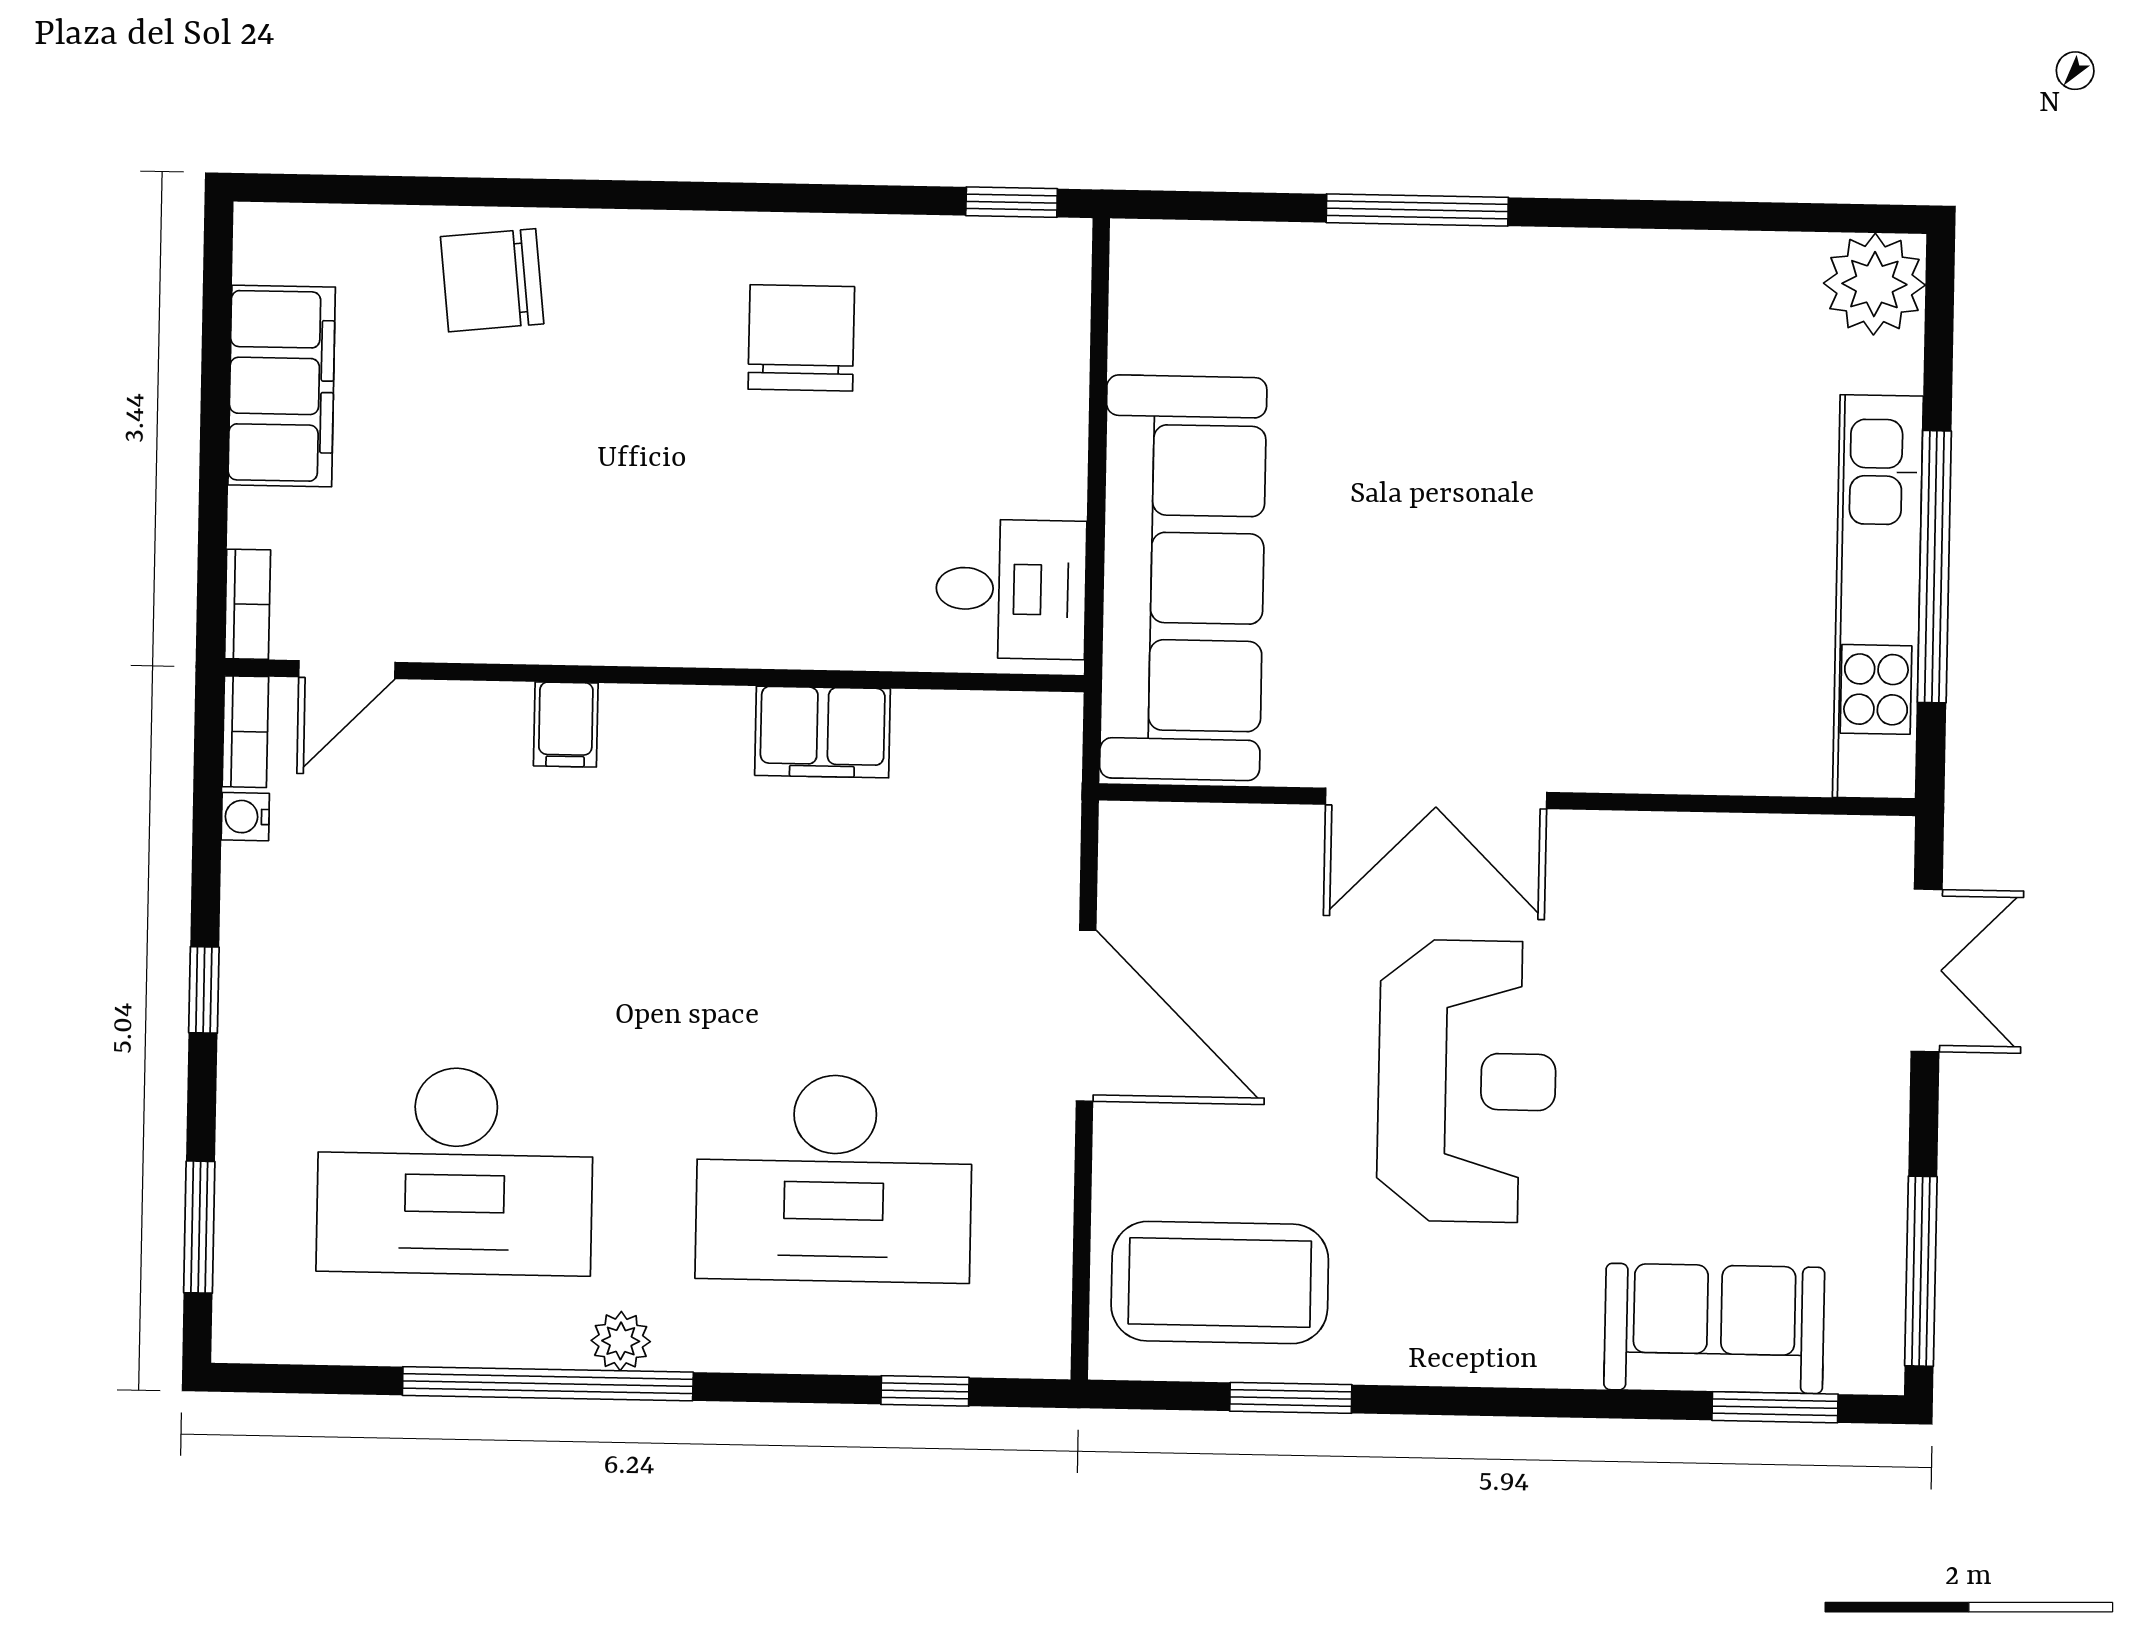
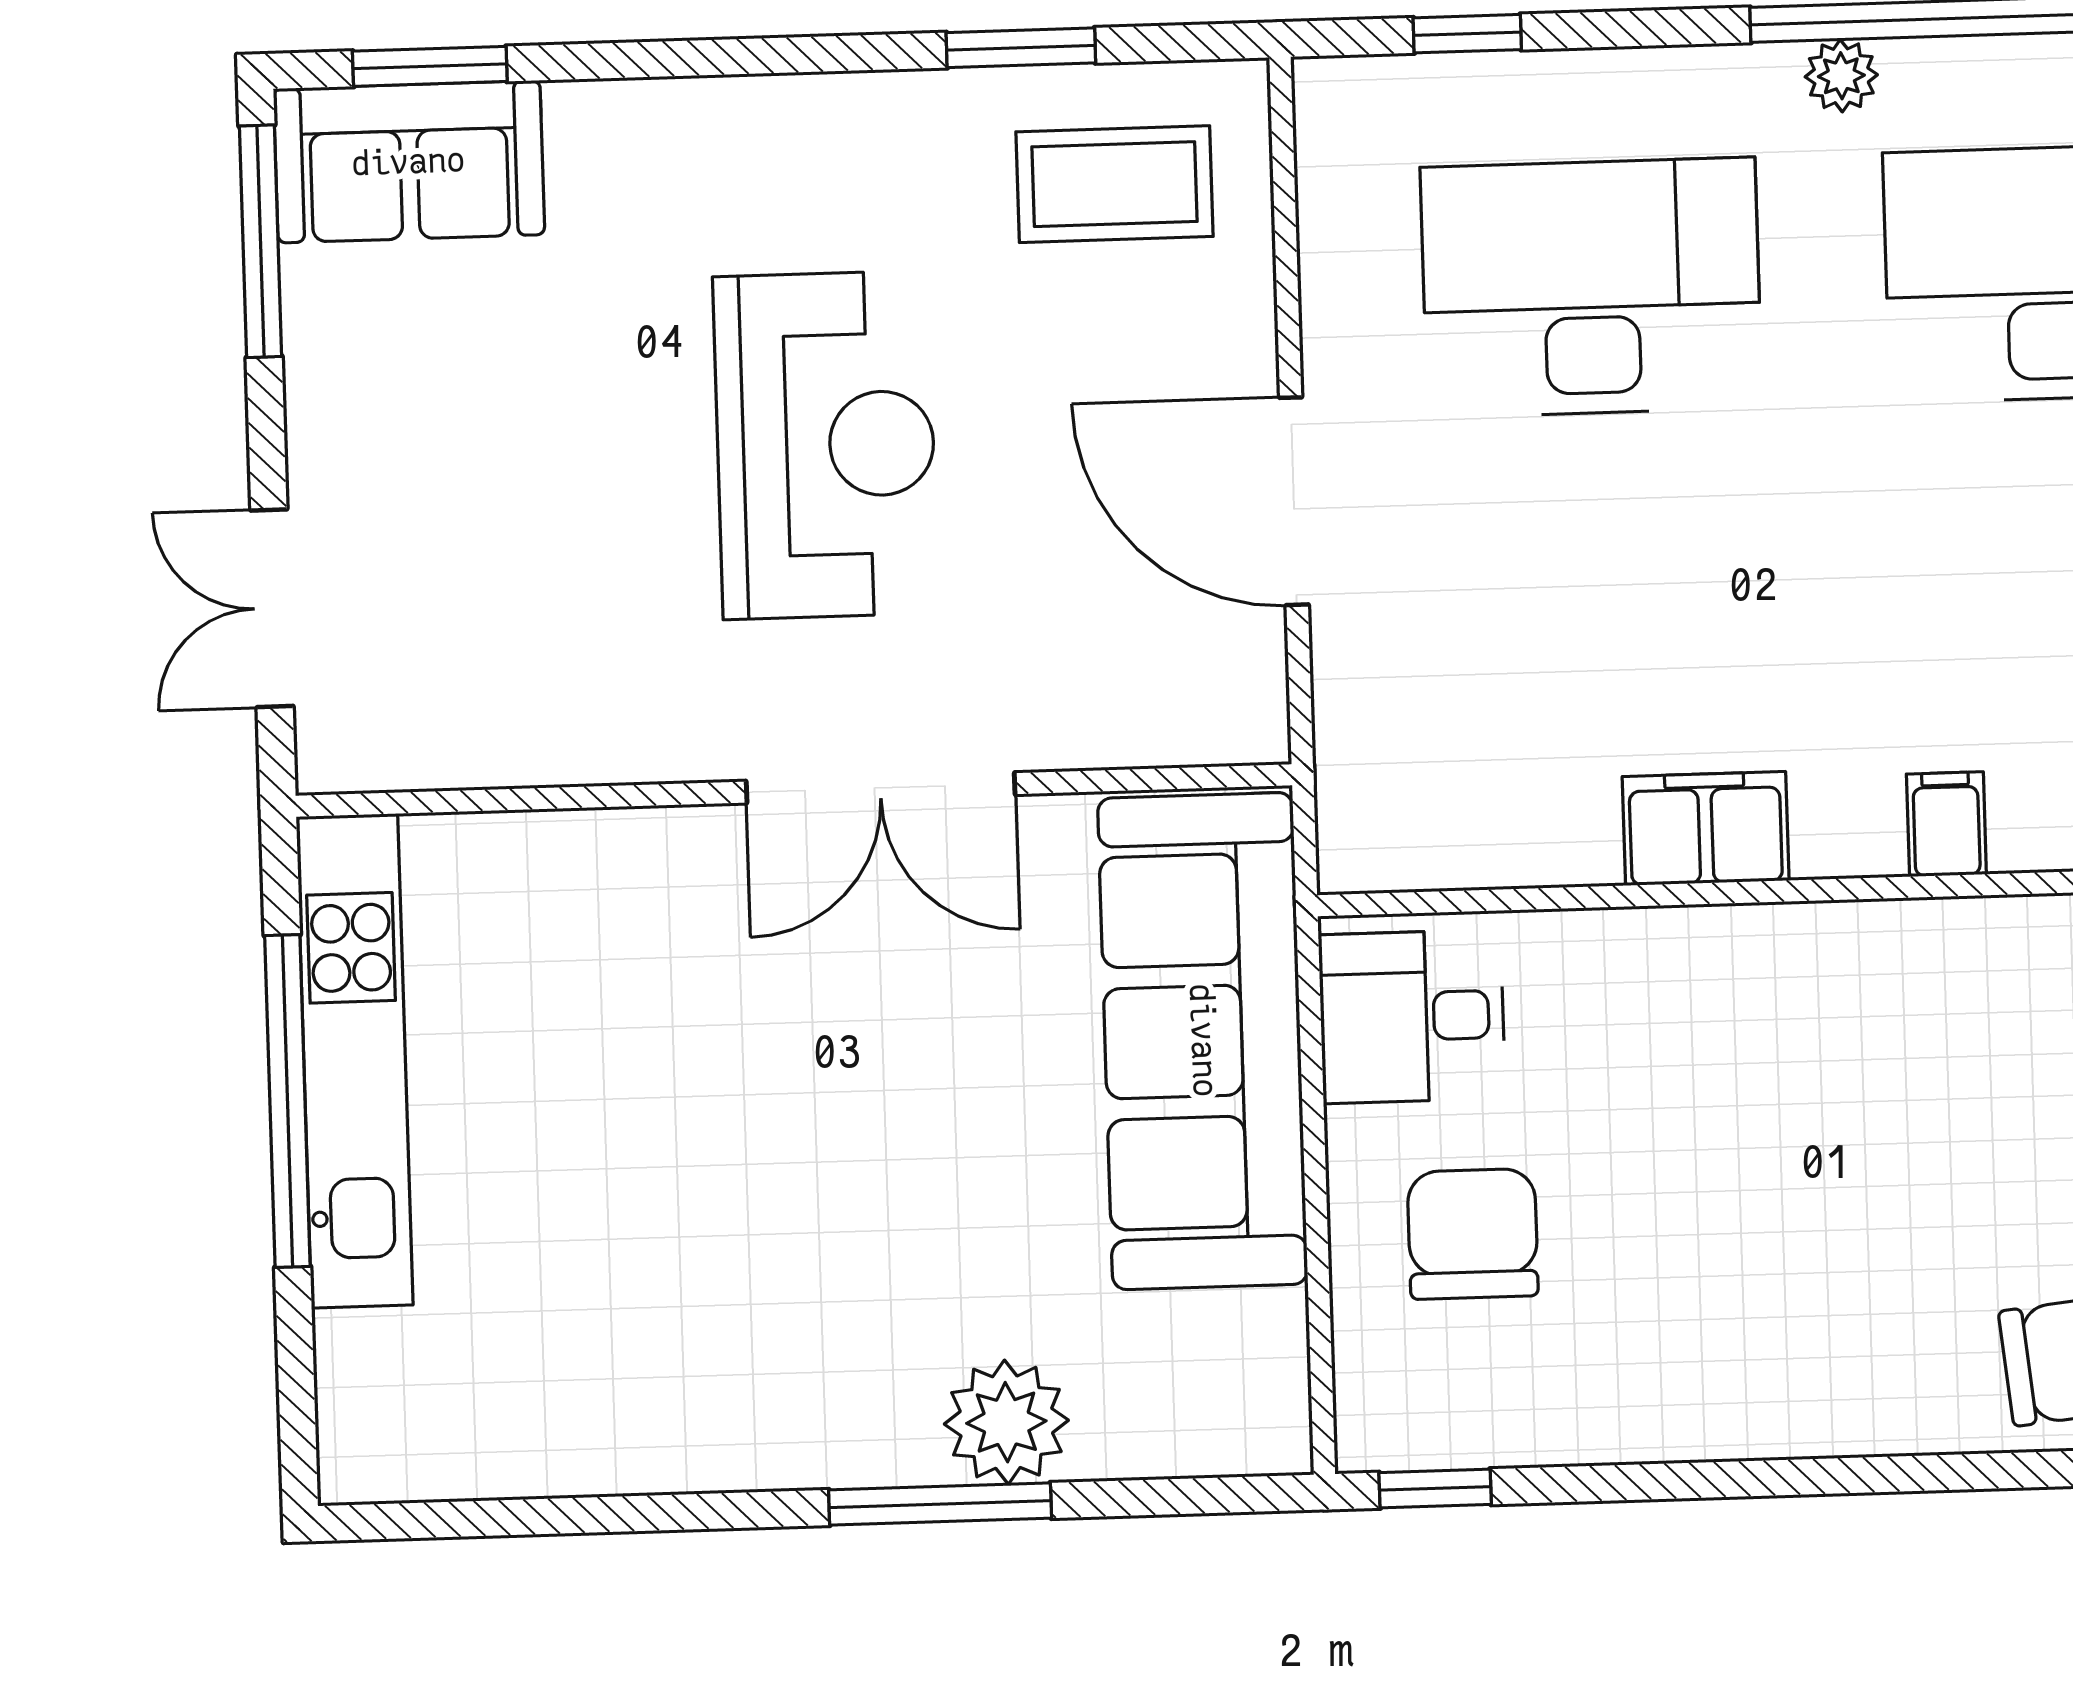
plant: (1874, 284) -> (1006, 1422), moved
chair: (801, 338) -> (1473, 1234), moved, turned 180
filing cabinet: (823, 732) -> (1706, 828), moved
double door: (1436, 798) -> (881, 788), swing flipped
reception desk: (1467, 1081) -> (826, 445), turned 180
coffee table: (1220, 1282) -> (1114, 184), width x0.73, depth x0.76
sofa: (1714, 1328) -> (409, 162), moved

